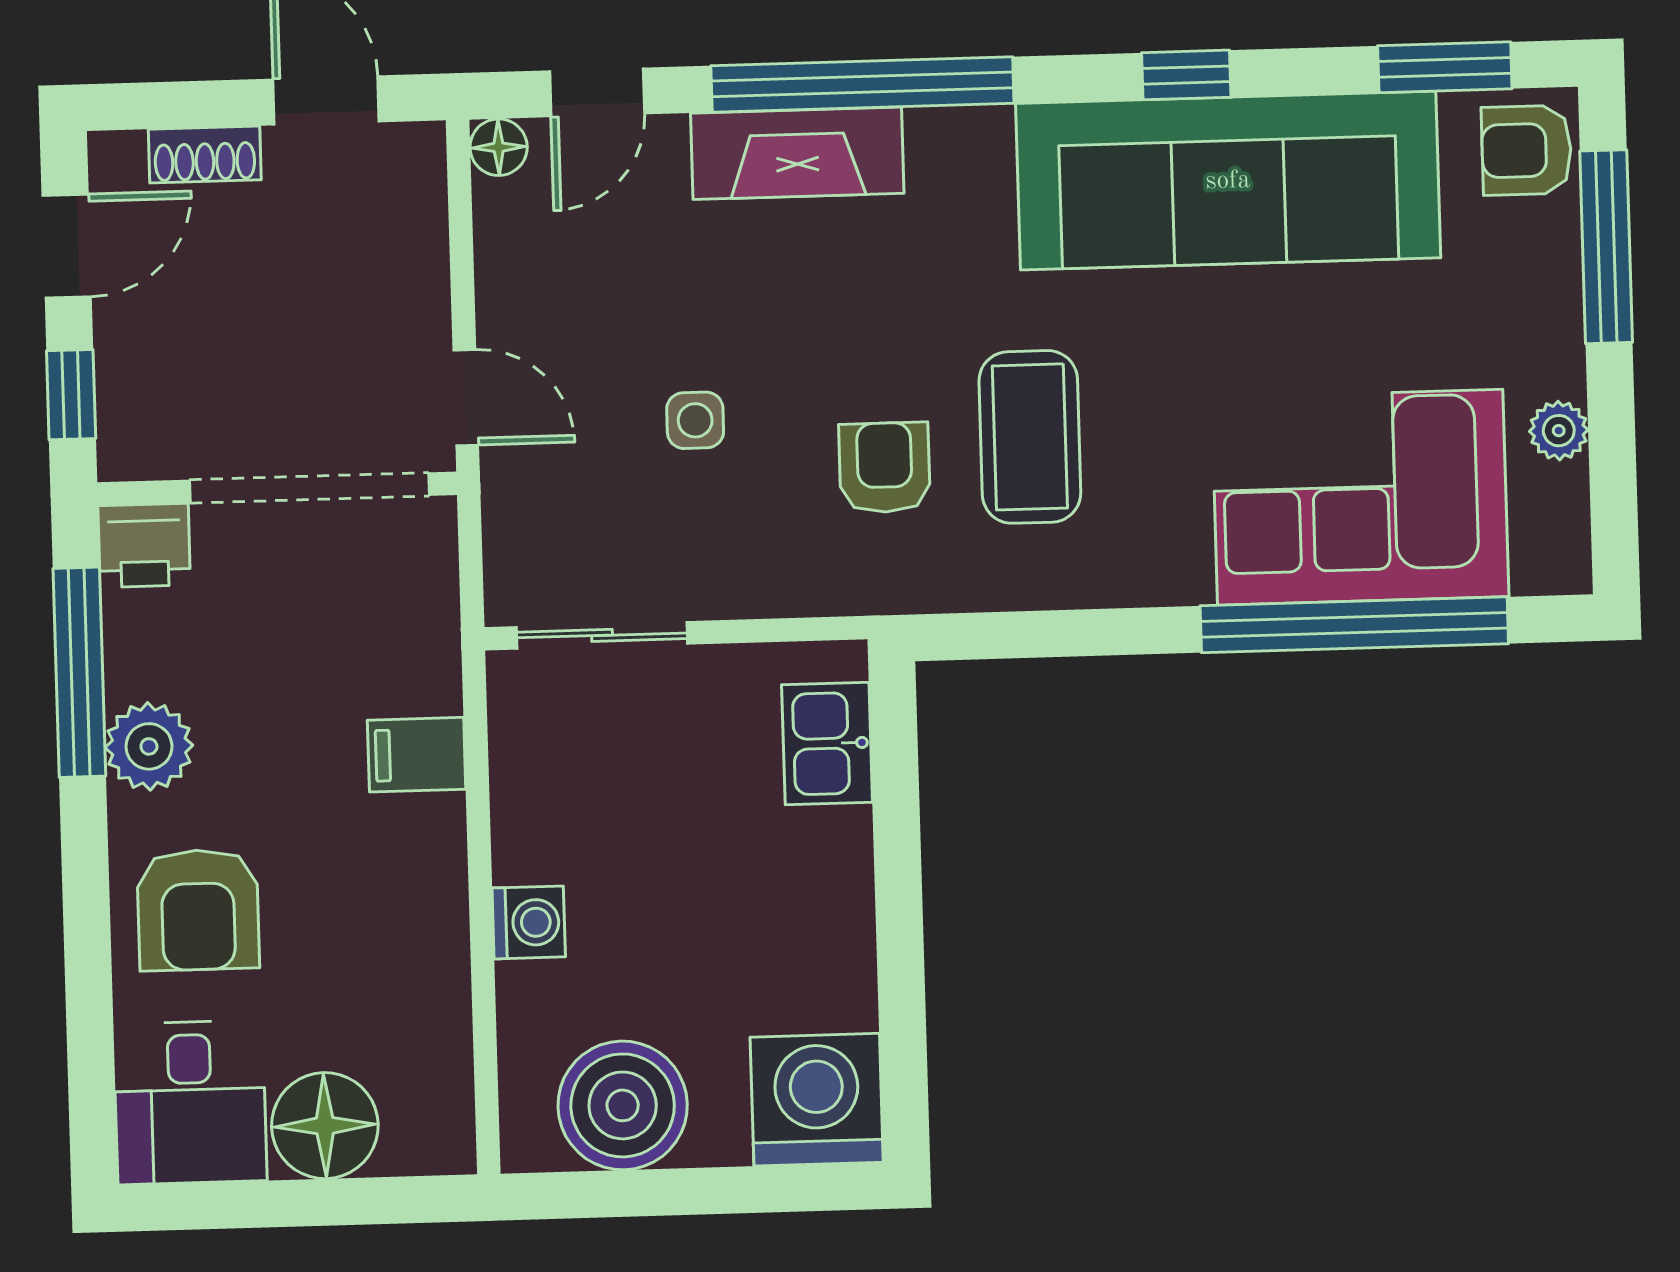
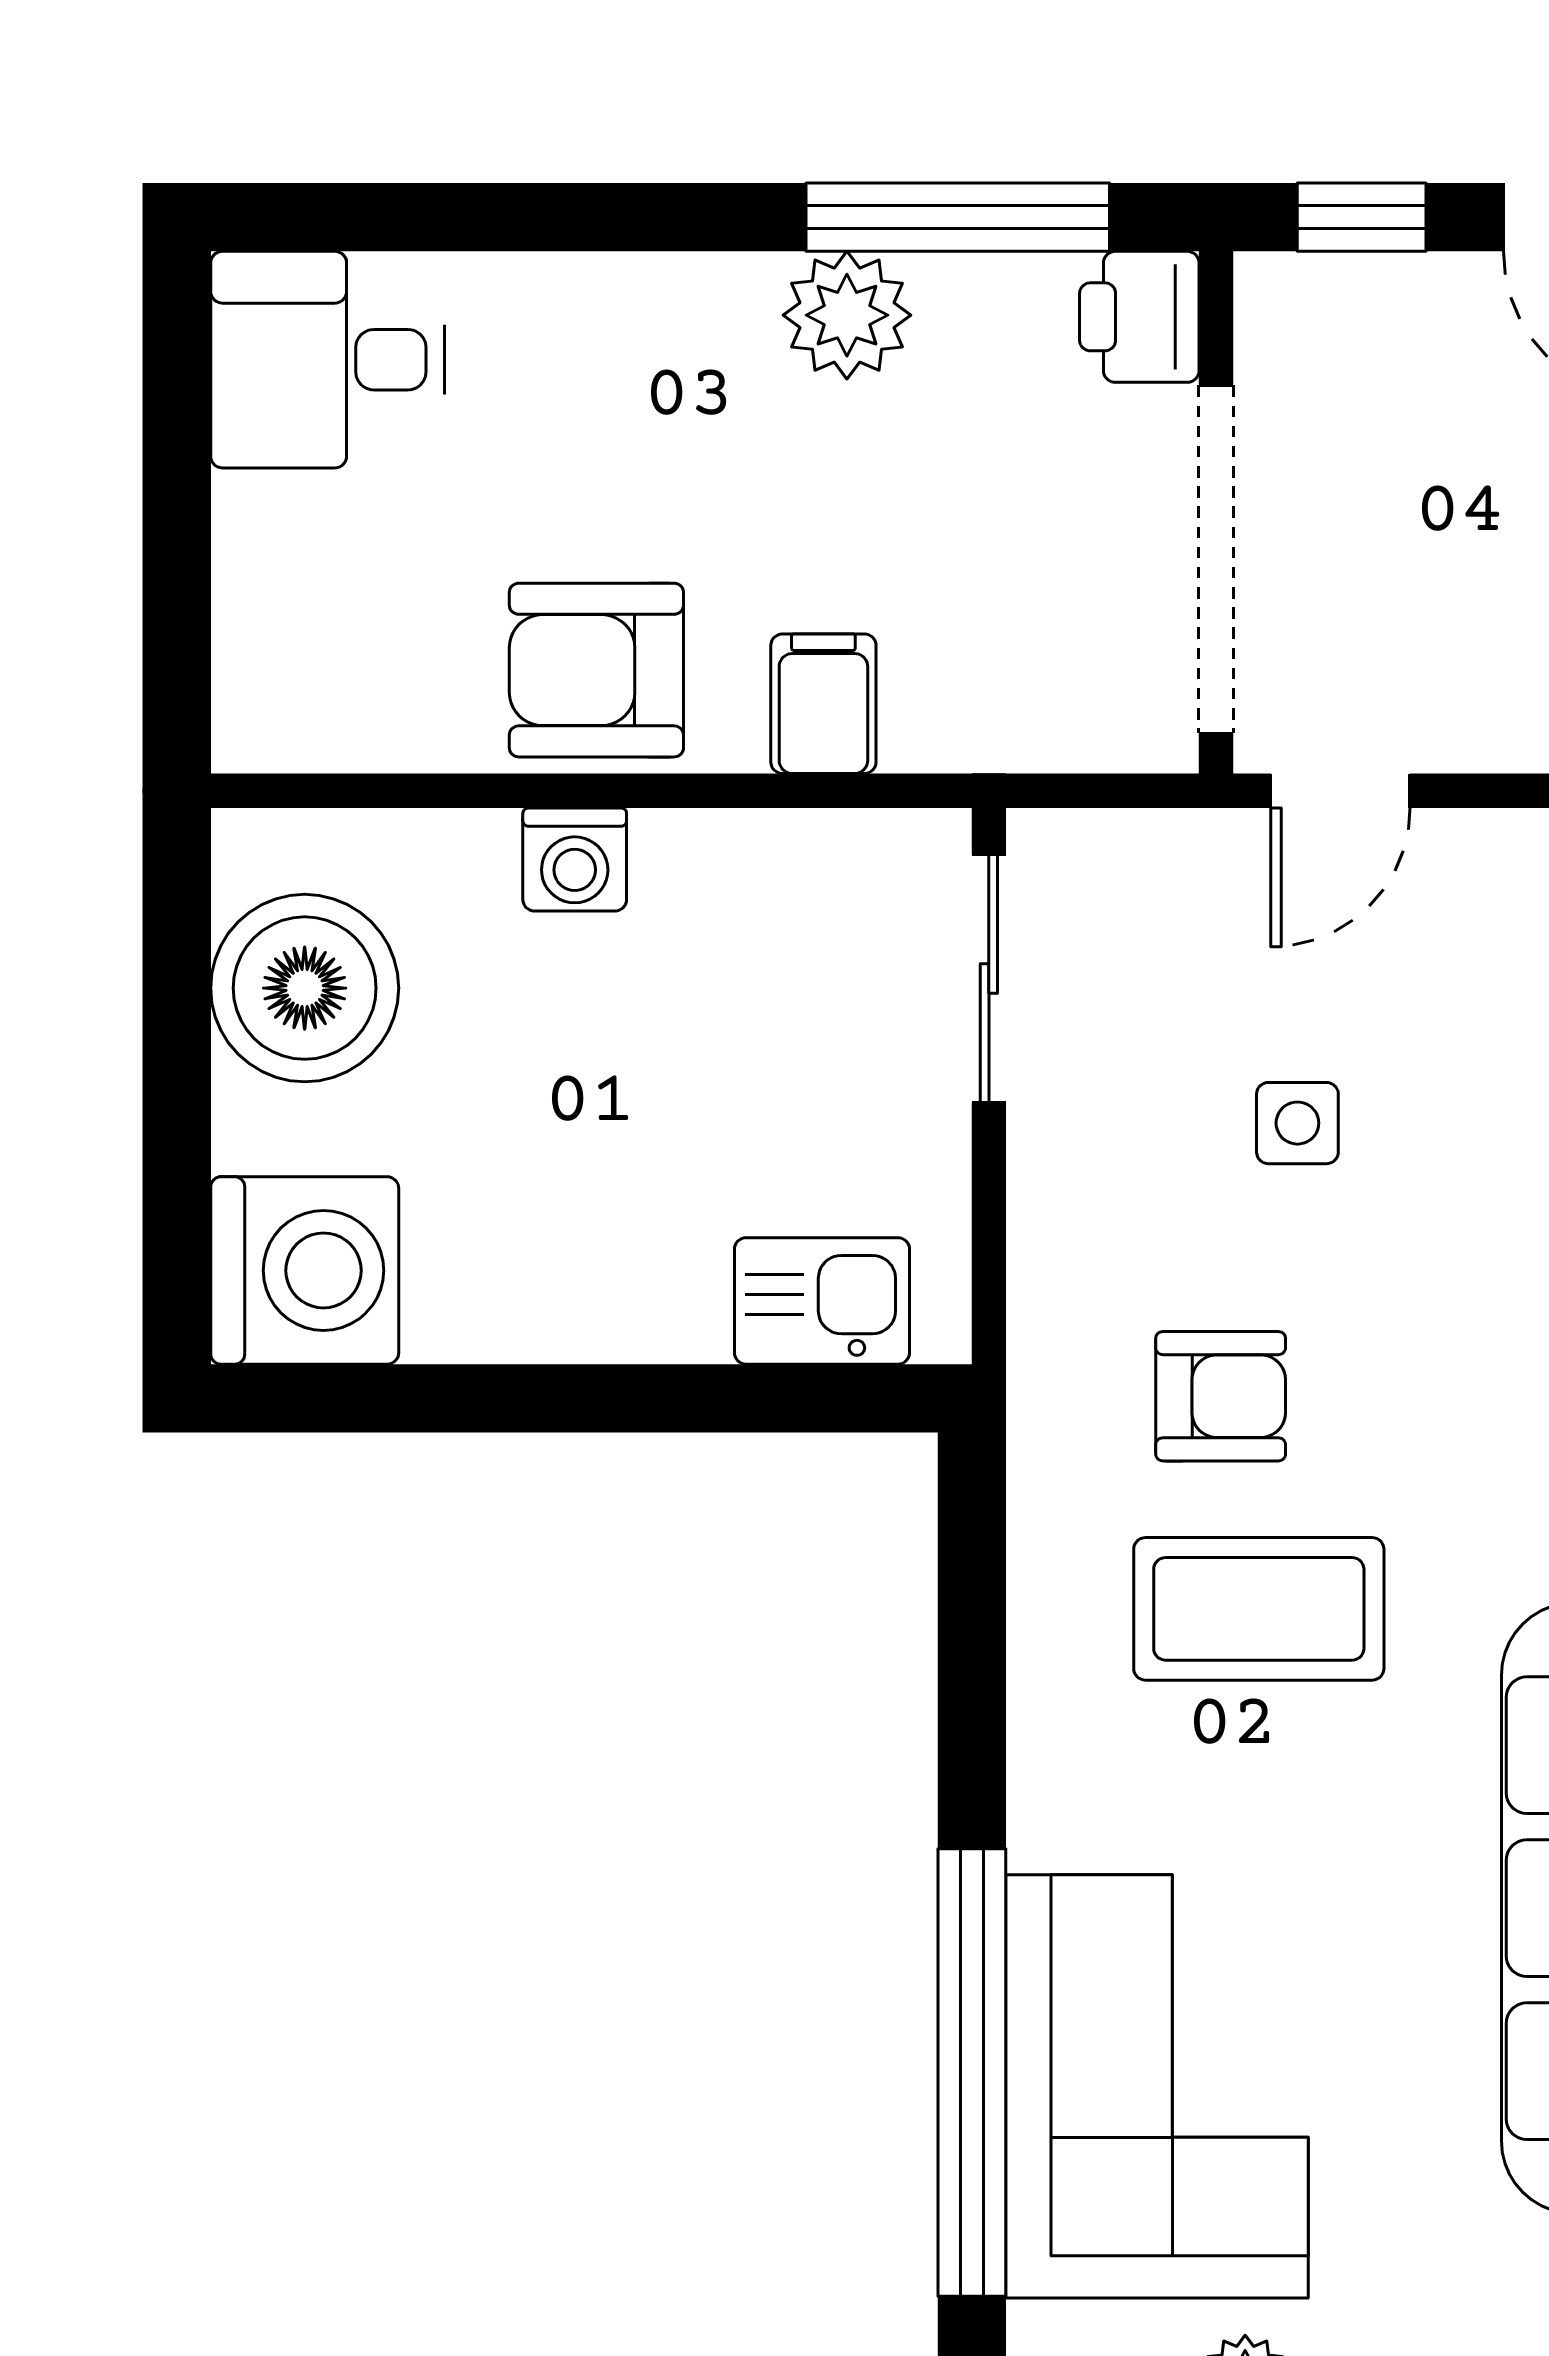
armchair: (198, 910) -> (596, 670), moved
floor lamp: (325, 1126) -> (288, 555), removed

